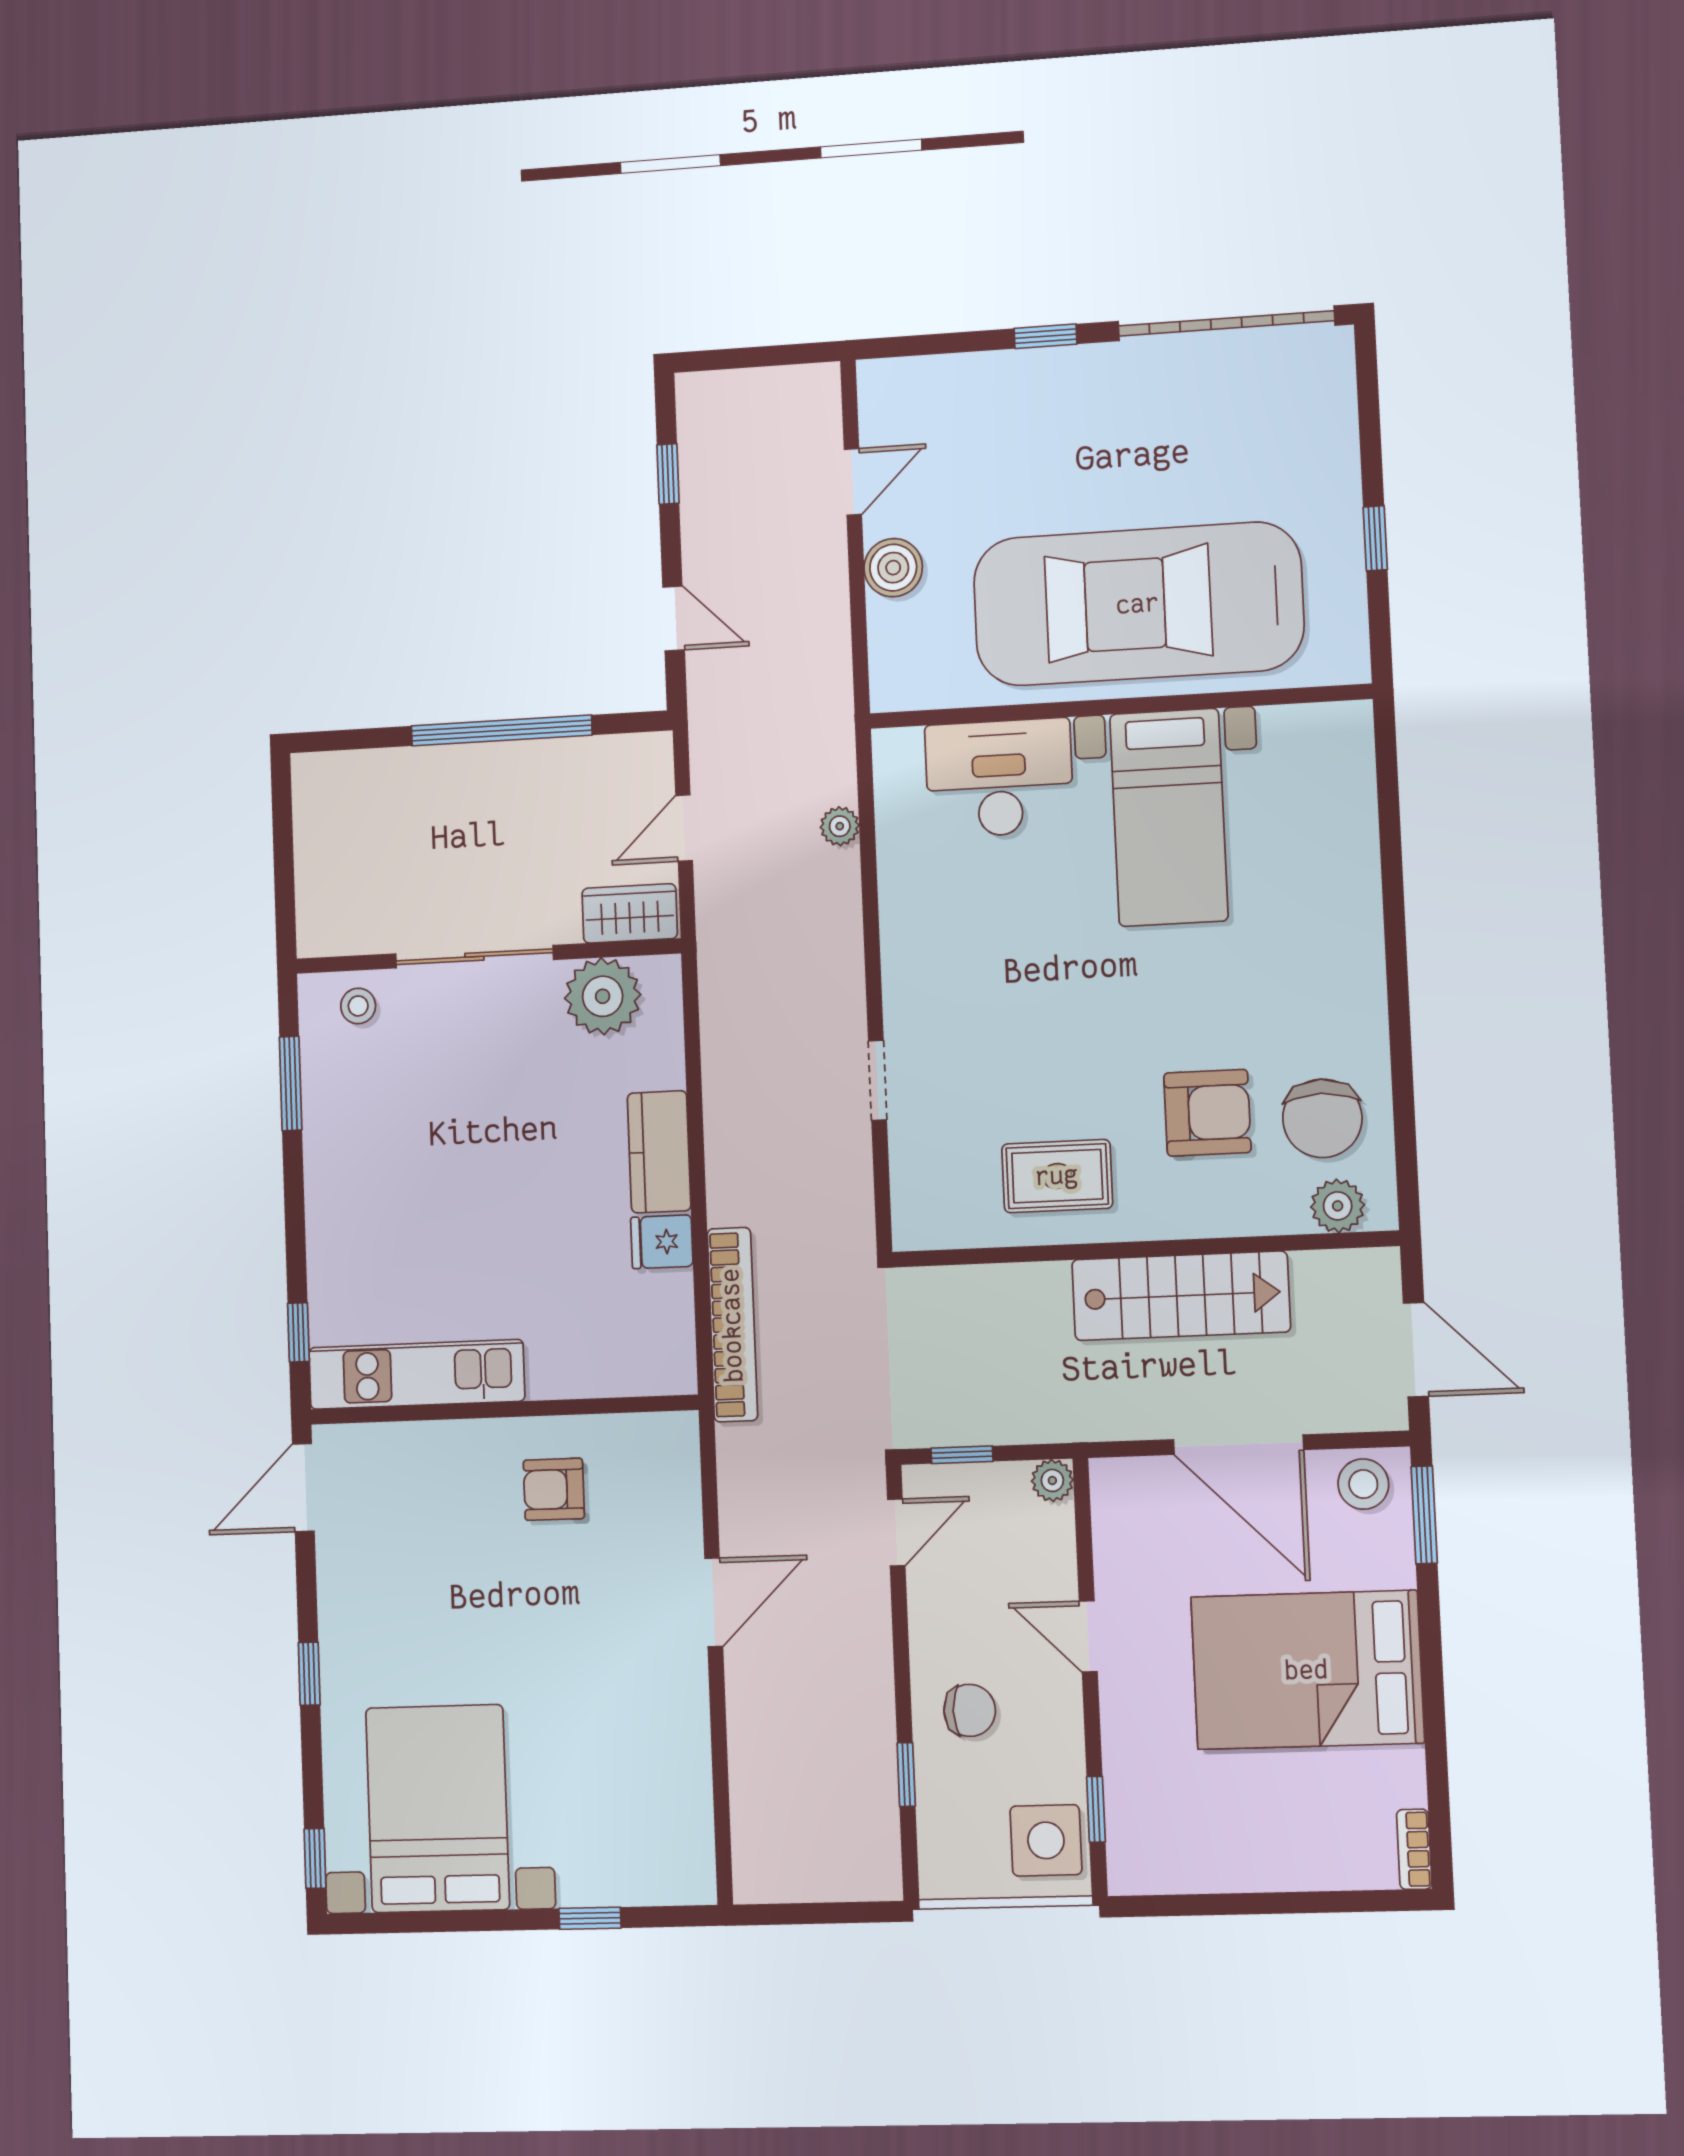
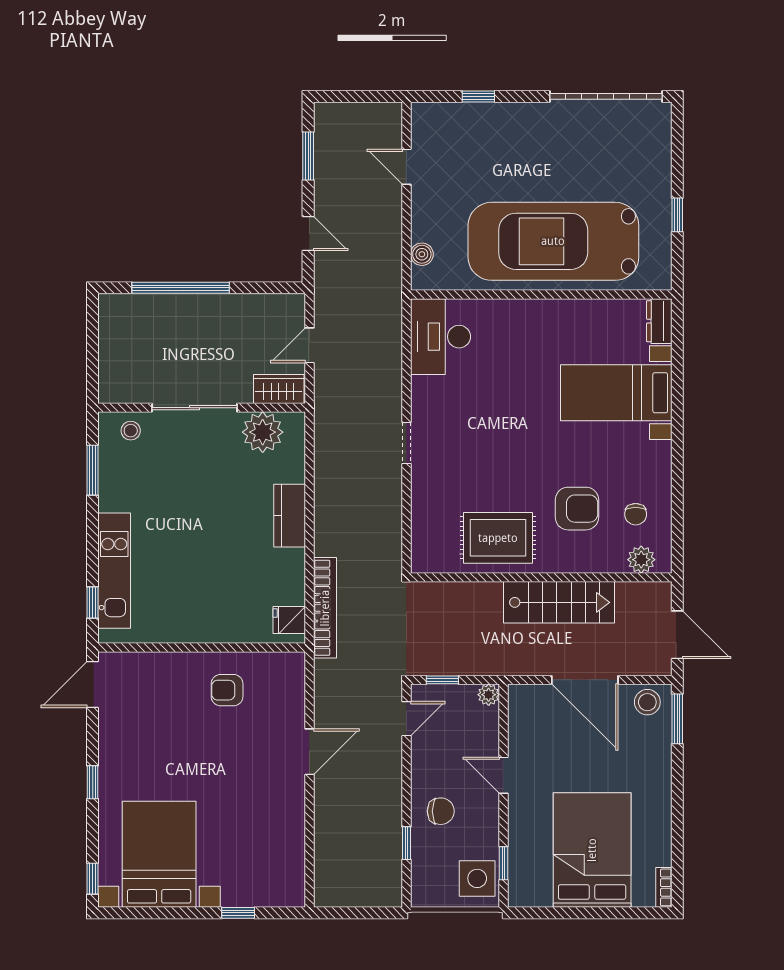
window: (1046, 336) -> (478, 96), moved
window: (668, 474) -> (308, 156), width x1.50
door: (853, 482) -> (406, 167), swing flipped
boiler: (893, 568) -> (422, 254), moved, width x0.73, depth x0.73
window: (502, 730) -> (181, 288), moved
dresser: (1350, 744) -> (659, 321), added
desk: (999, 778) -> (440, 337), moved, turned -90
bed with nightstands: (1169, 817) -> (616, 393), moved, turned 90
plant: (840, 826) -> (392, 349), removed
doorway: (878, 1080) -> (406, 443), moved
chair: (1322, 1118) -> (636, 514), width x0.54, depth x0.54
rug: (1057, 1176) -> (498, 538), width x1.36, depth x1.43
fridge: (662, 1242) -> (289, 620), moved
kitchen unit: (417, 1374) -> (114, 571), moved, turned 90
bed: (1307, 1670) -> (592, 850), moved, turned 90

